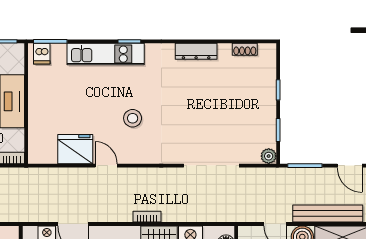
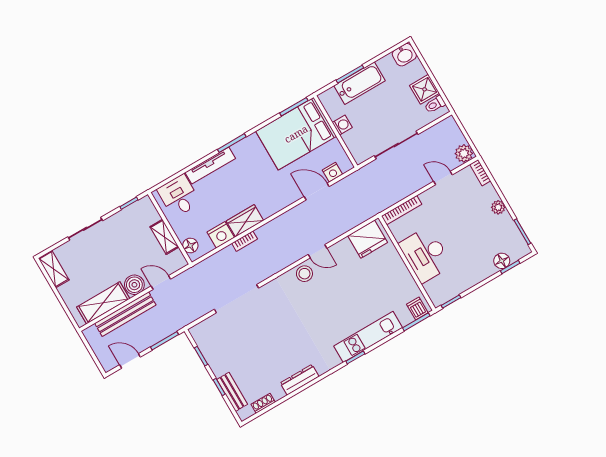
bench: (268, 78) -> (232, 392), added
stool: (133, 118) -> (304, 274), moved
fridge: (75, 149) -> (368, 239), moved
plant: (269, 156) -> (197, 332), removed
bookcase: (147, 217) -> (245, 241), moved

